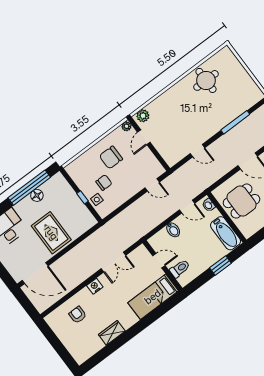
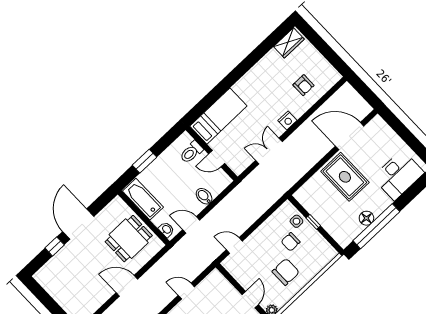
door: (35, 273) -> (350, 136), moved
wardrobe: (112, 333) -> (289, 43), moved

